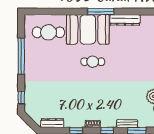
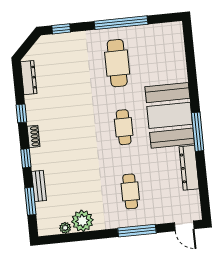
cafe table: (48, 32) -> (117, 63), moved
cafe table: (137, 62) -> (130, 191), added

